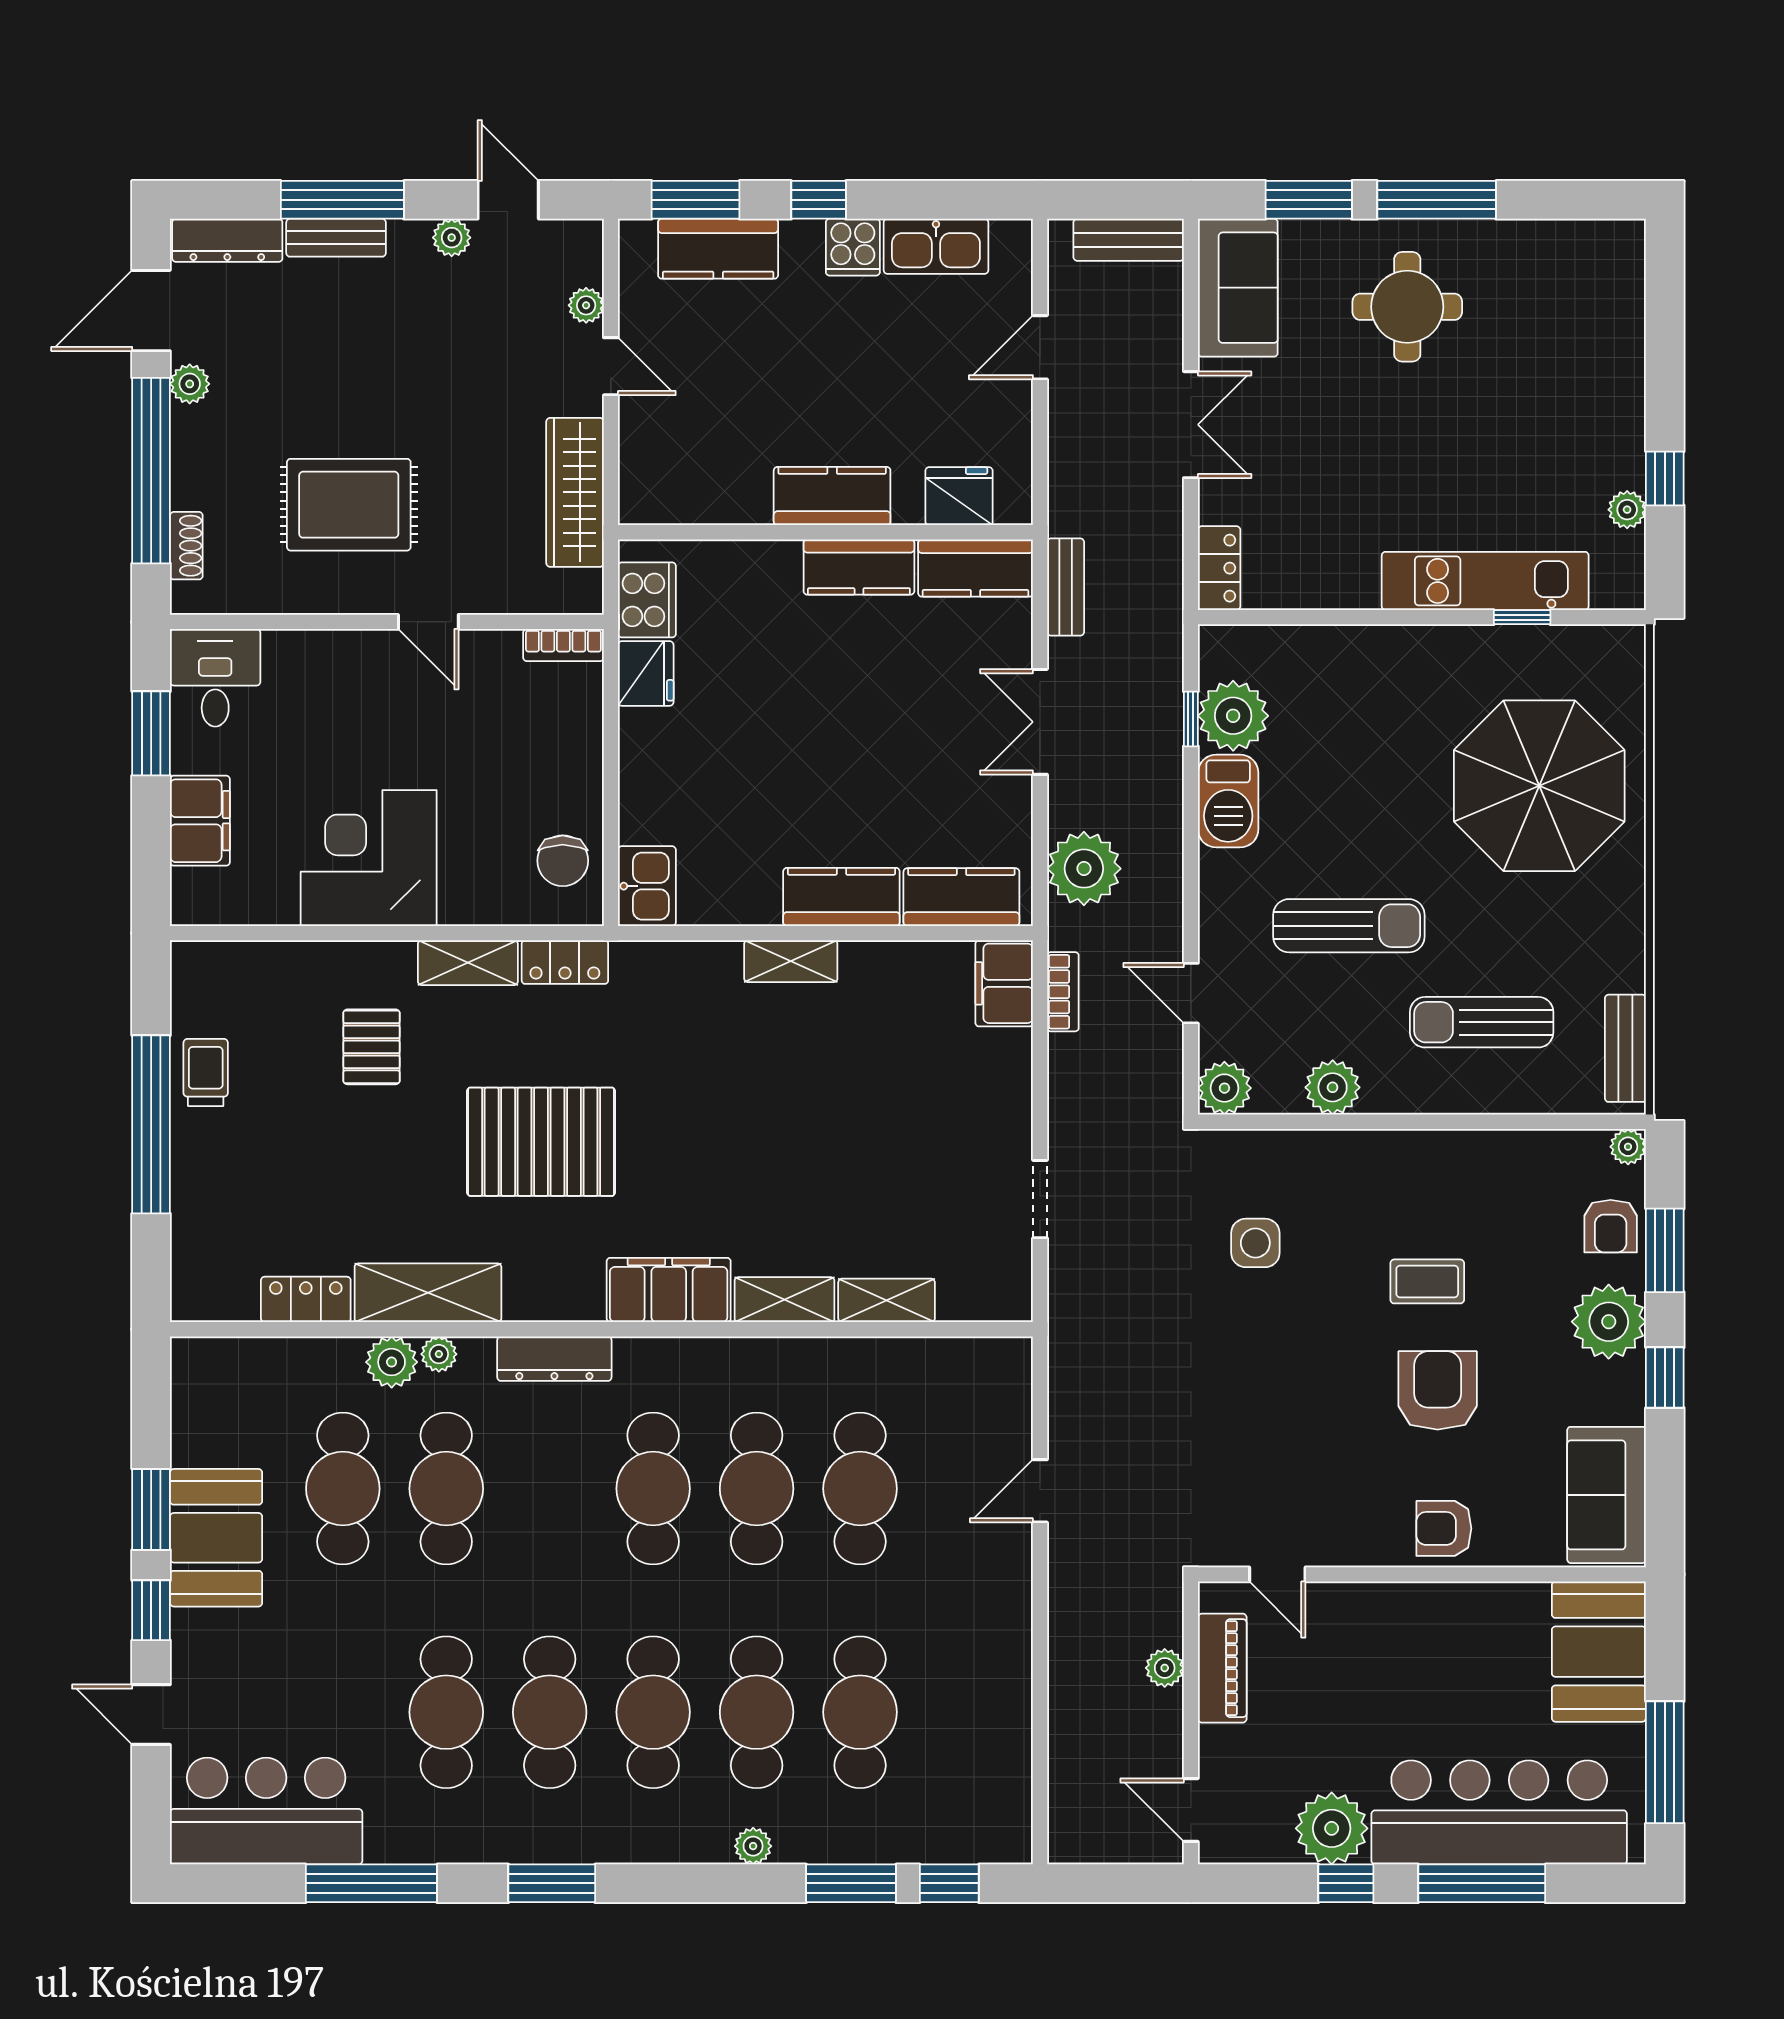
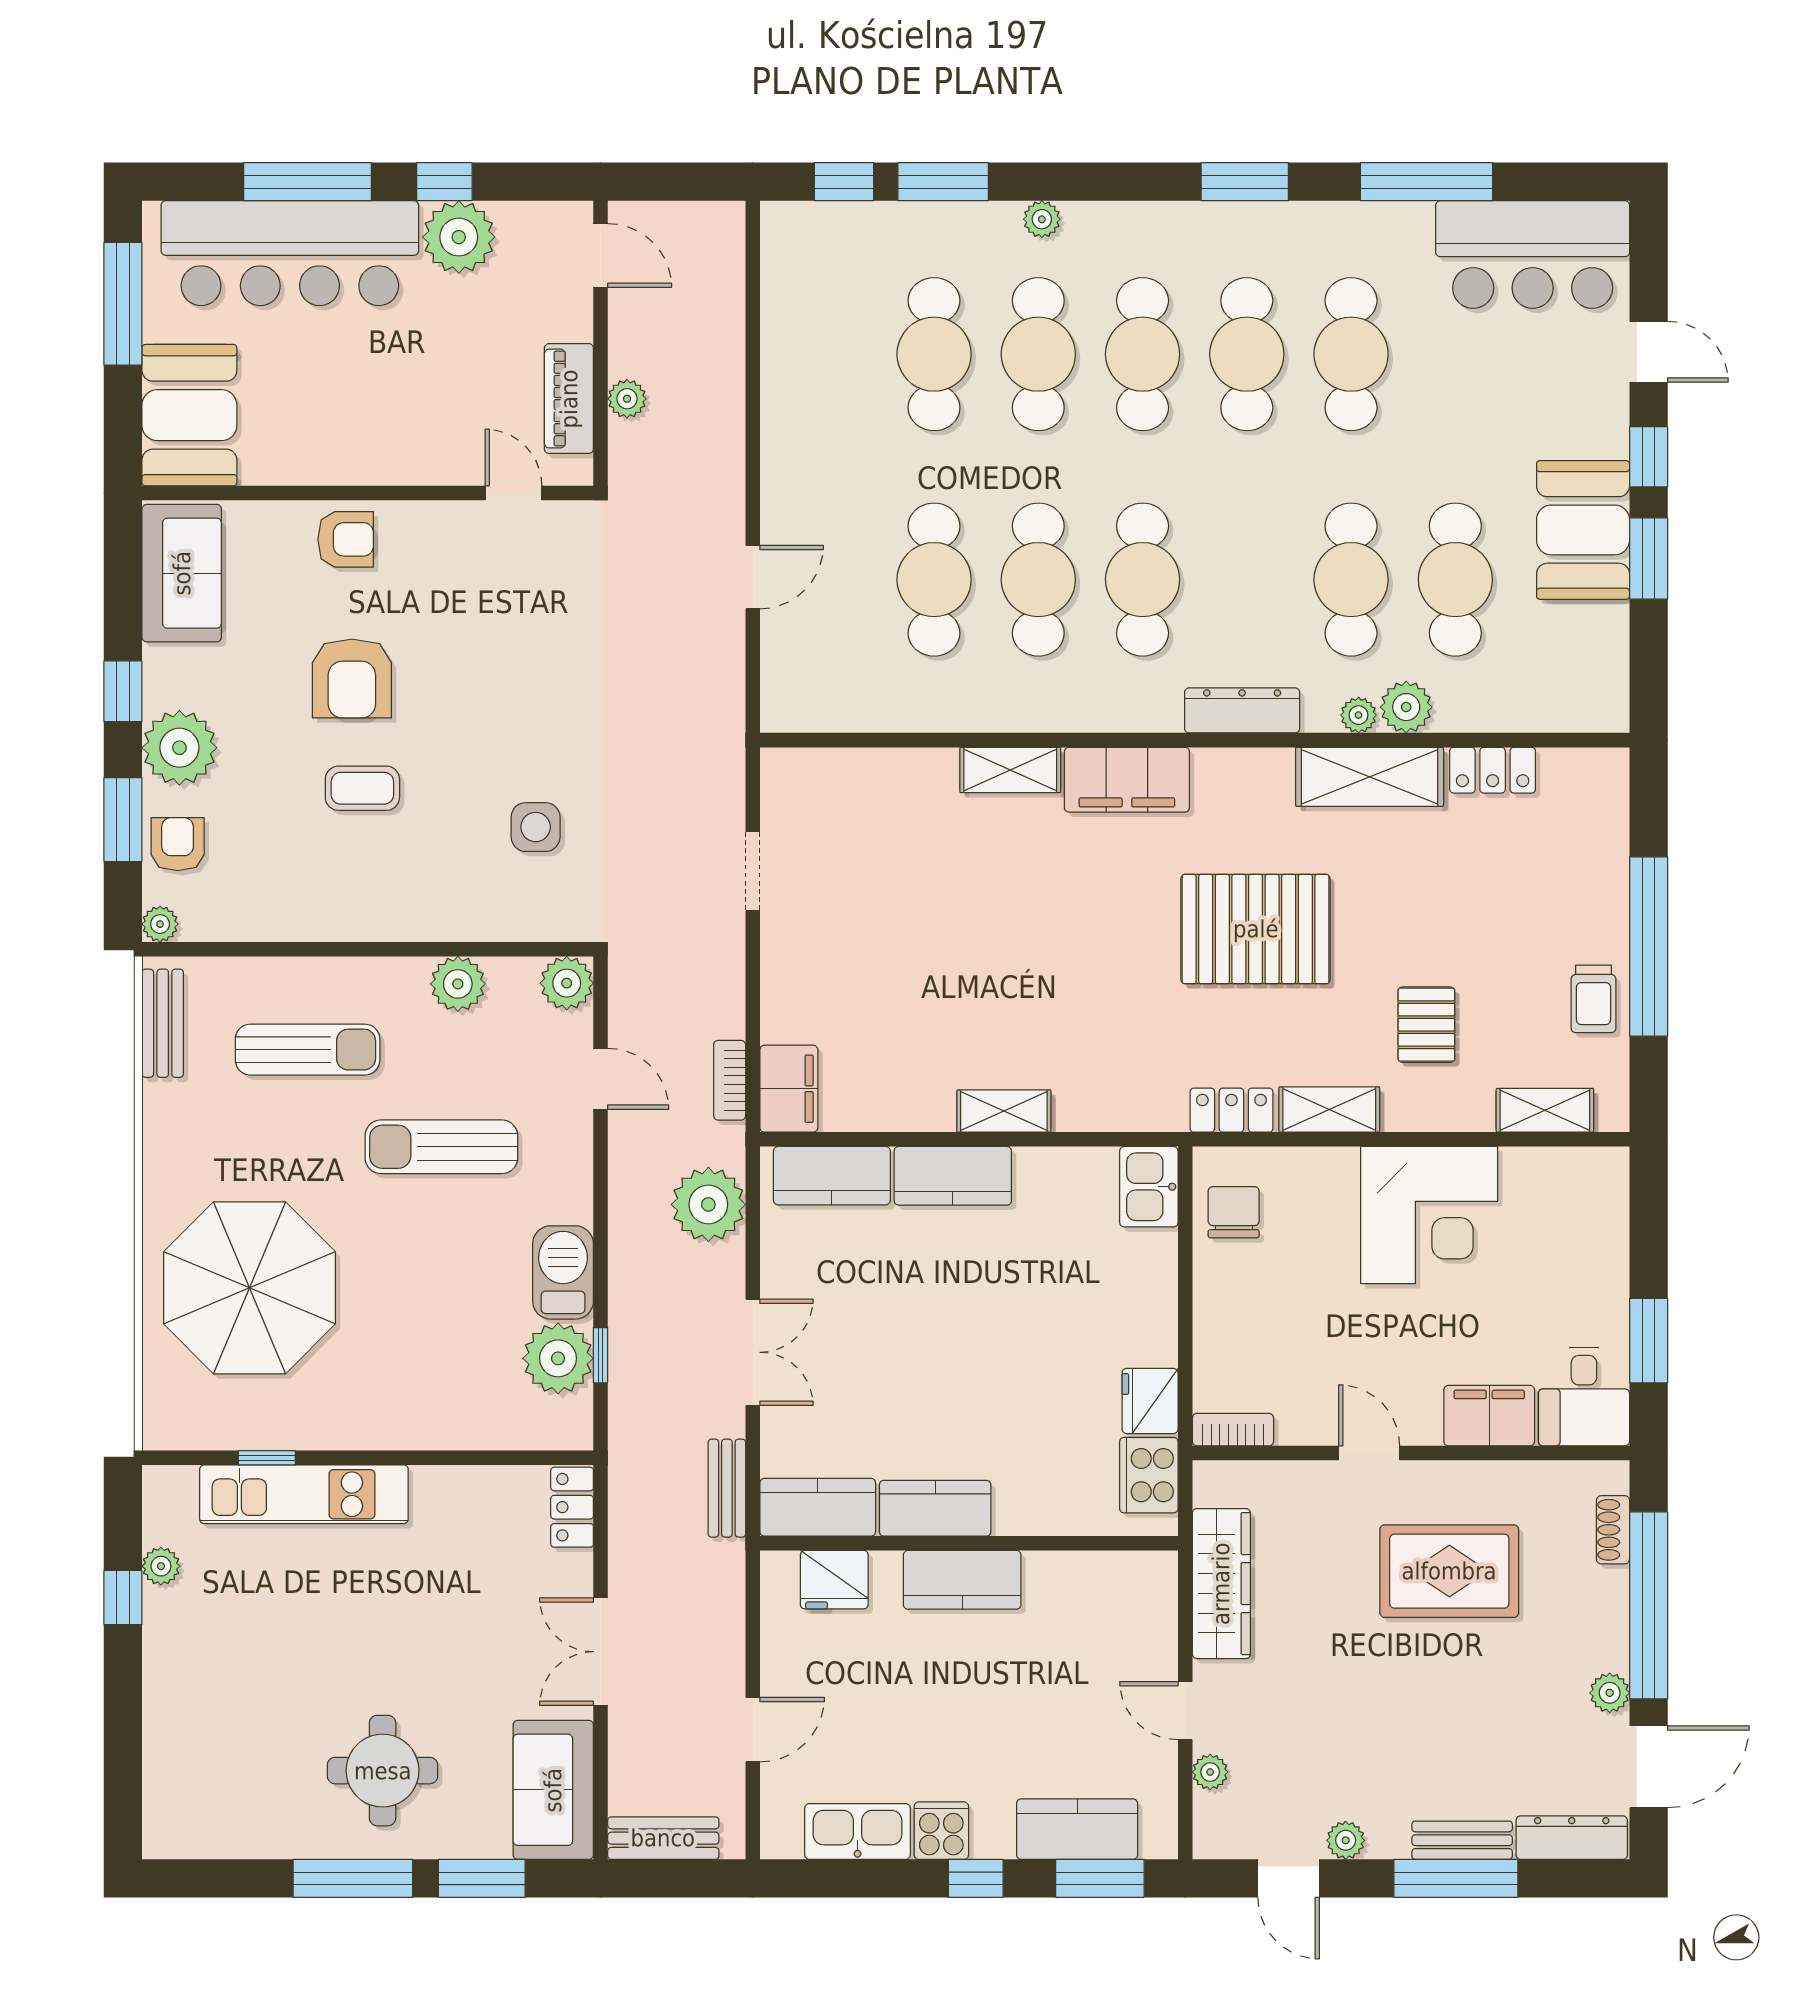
filing cabinet: (200, 821) -> (1489, 1416), moved, turned 90
shelving: (887, 1300) -> (1545, 1110), moved

